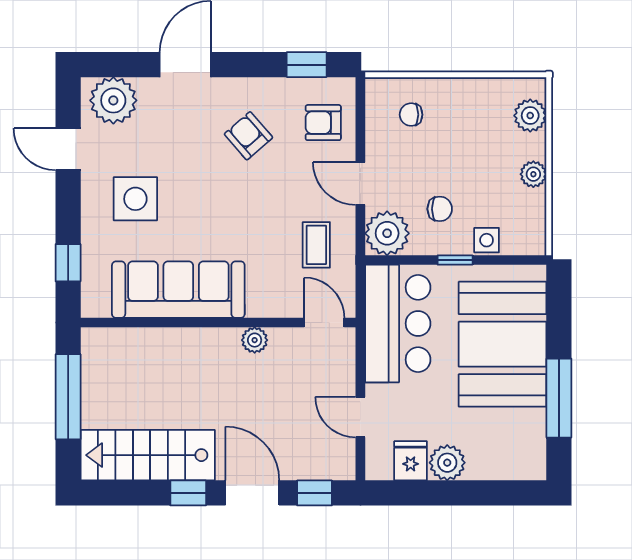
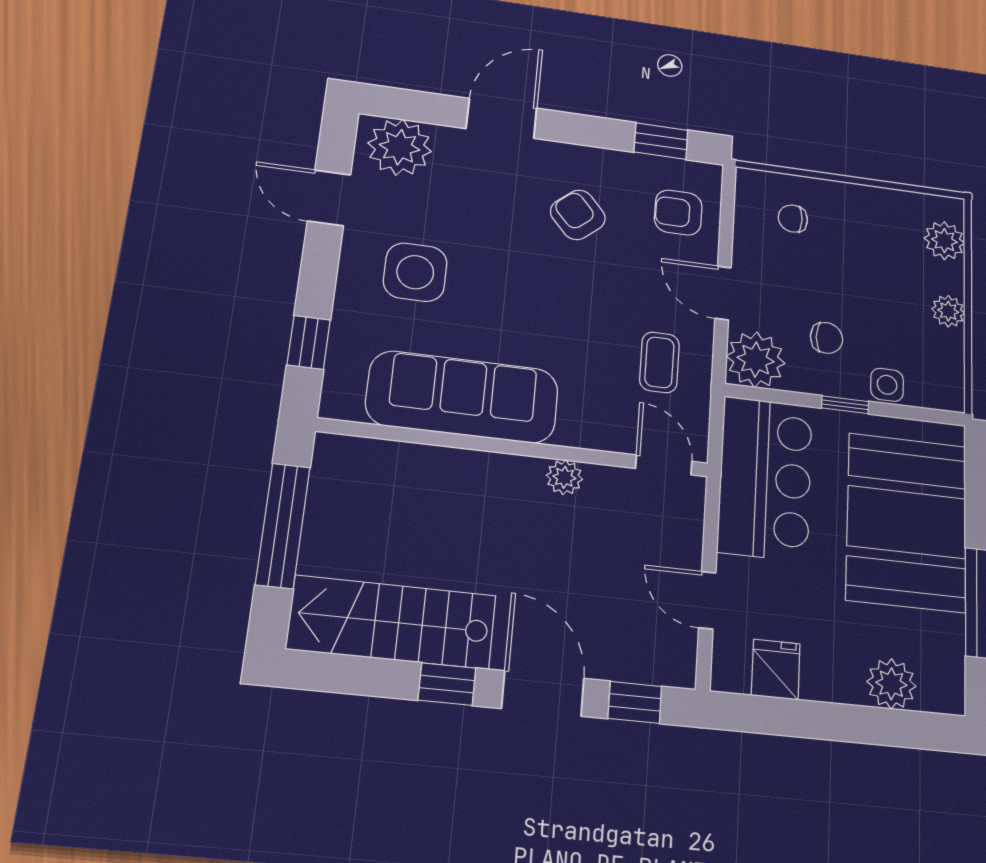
plant: (447, 463) -> (891, 684), moved

